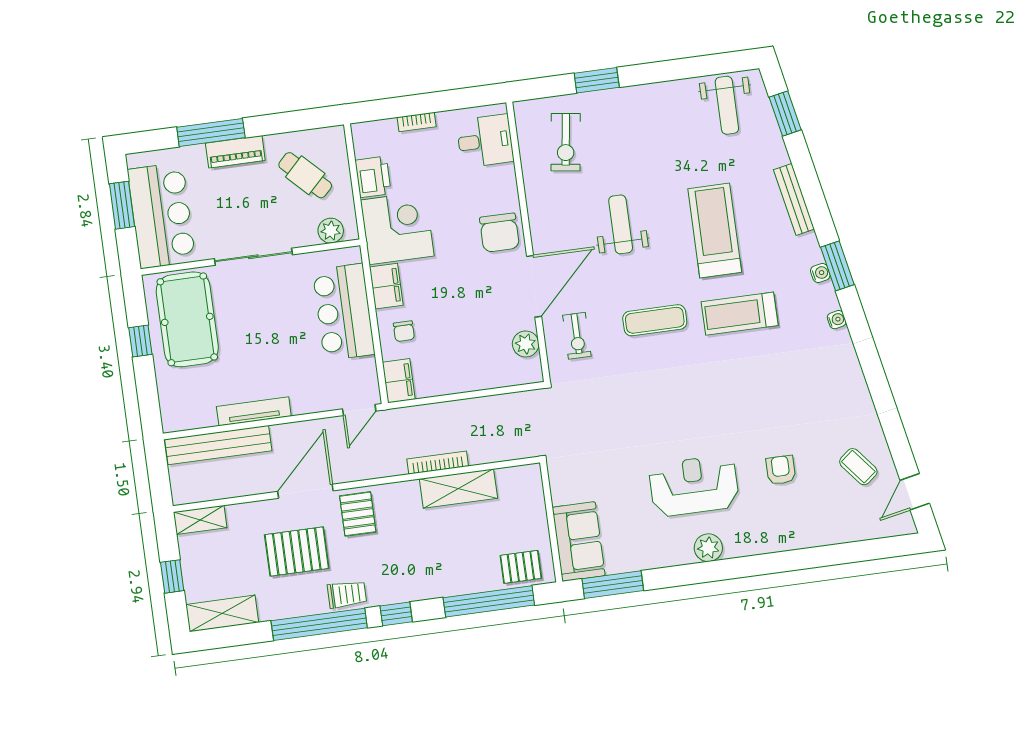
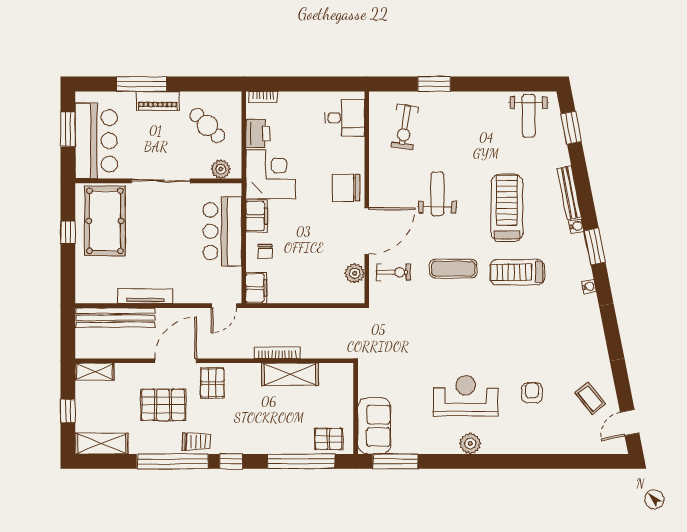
bookcase: (417, 122) -> (263, 97), moved
chair: (499, 233) -> (346, 188), turned 90
water cooler: (820, 273) -> (577, 226), moved
exercise bike: (577, 336) -> (394, 272), turned -90

